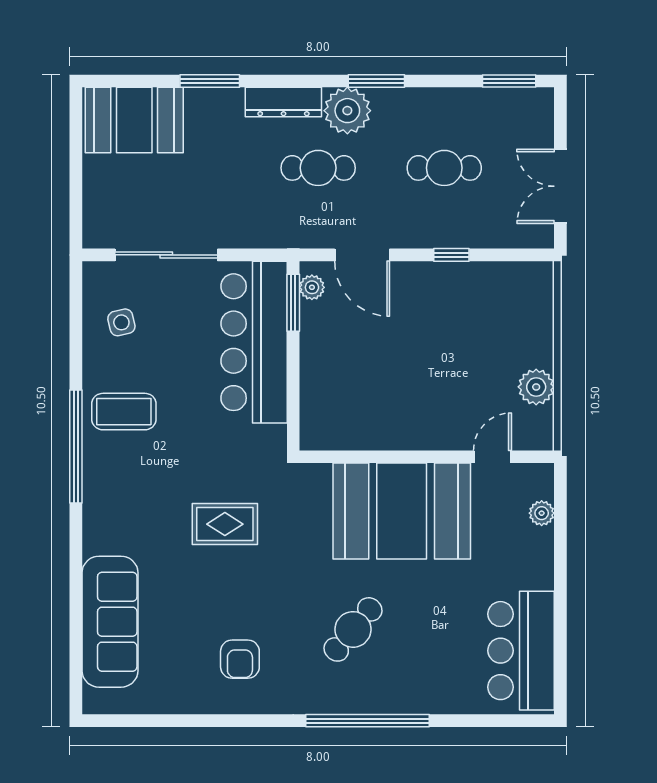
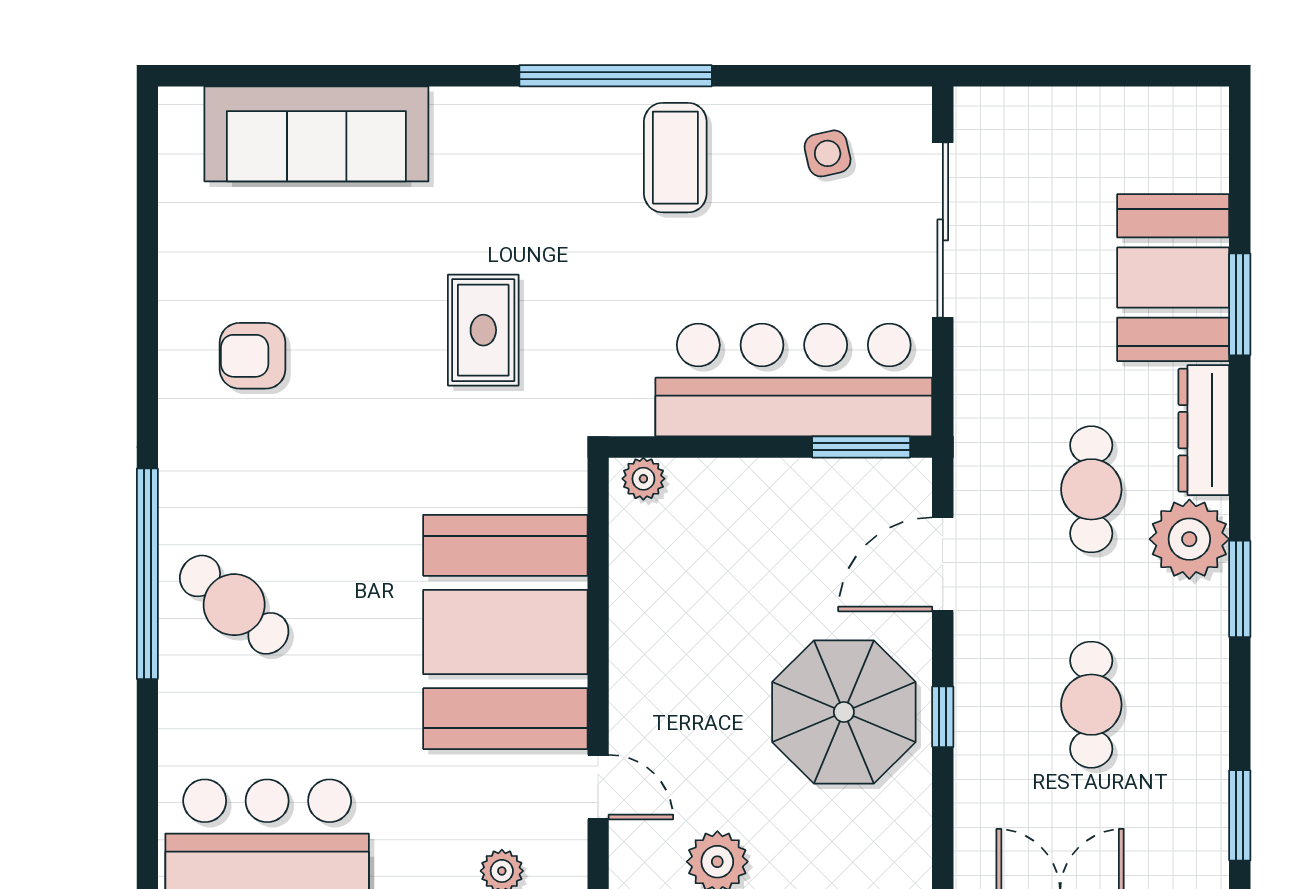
booth: (134, 120) -> (1173, 278), moved
plant: (312, 287) -> (643, 479), moved
parasol: (449, 313) -> (844, 712), added
cafe table: (353, 629) -> (234, 605), moved

